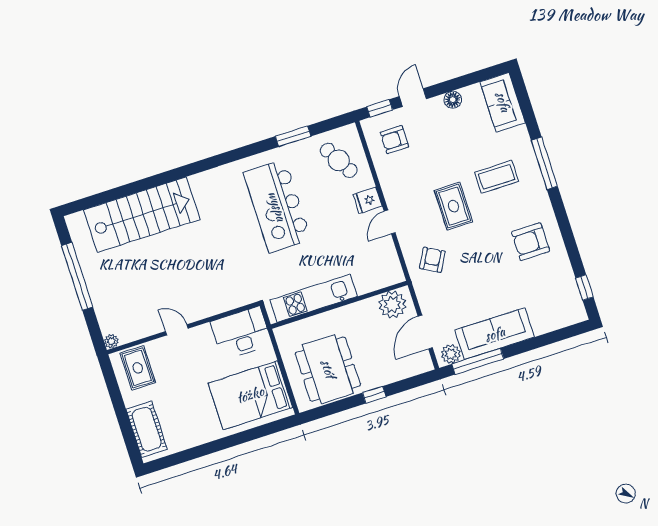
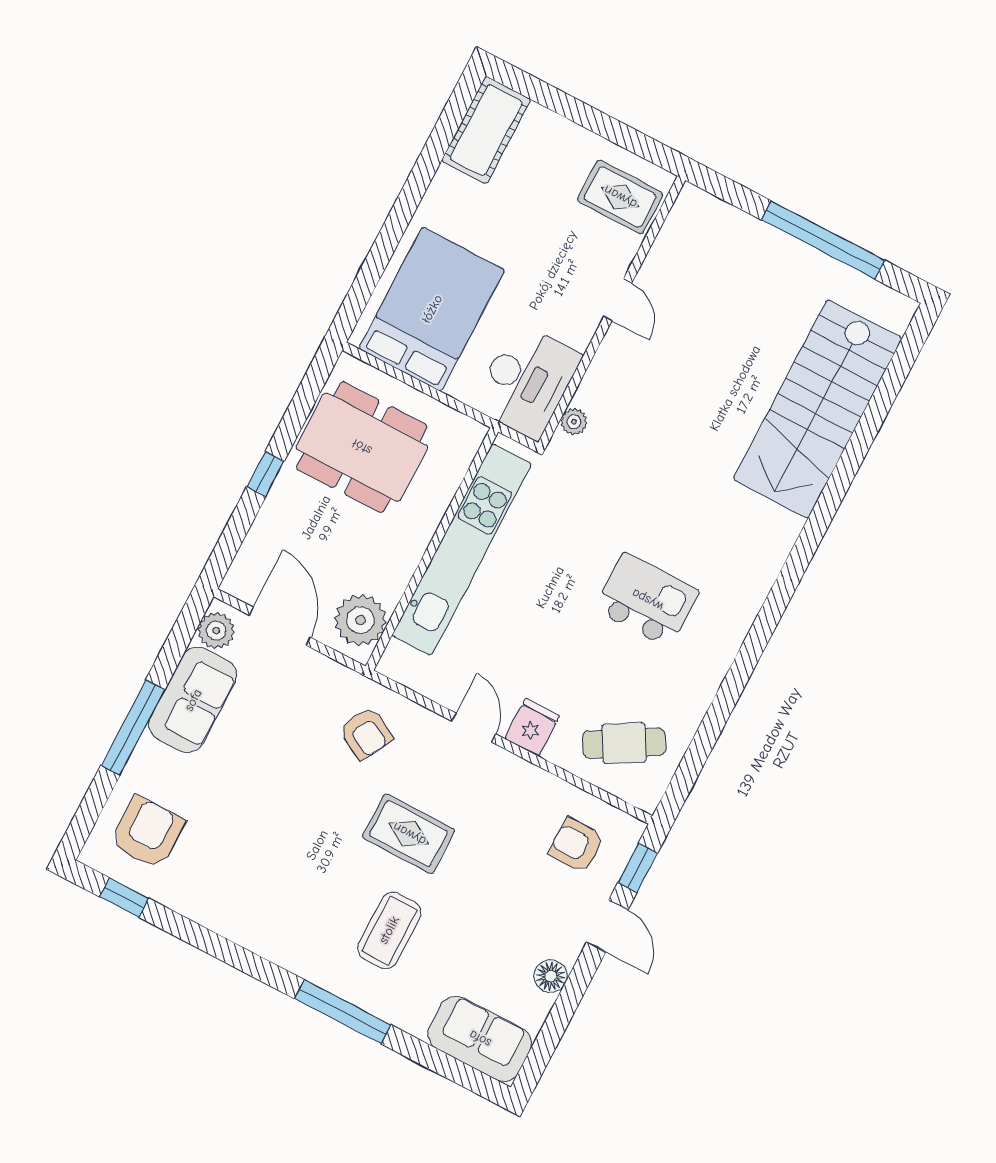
window: (293, 136) -> (718, 715), removed
armchair: (395, 140) -> (576, 845), turned -90
kitchen island: (277, 206) -> (647, 600), width x0.54, depth x0.78
armchair: (531, 242) -> (147, 833), moved
kitchen unit: (314, 298) -> (462, 550), width x1.36
door: (177, 330) -> (618, 300), hinge flipped
sofa: (495, 334) -> (193, 700), width x0.73
plant: (111, 341) -> (574, 422), moved
window: (478, 361) -> (133, 728), moved
cot: (147, 429) -> (486, 130), moved, turned 90

